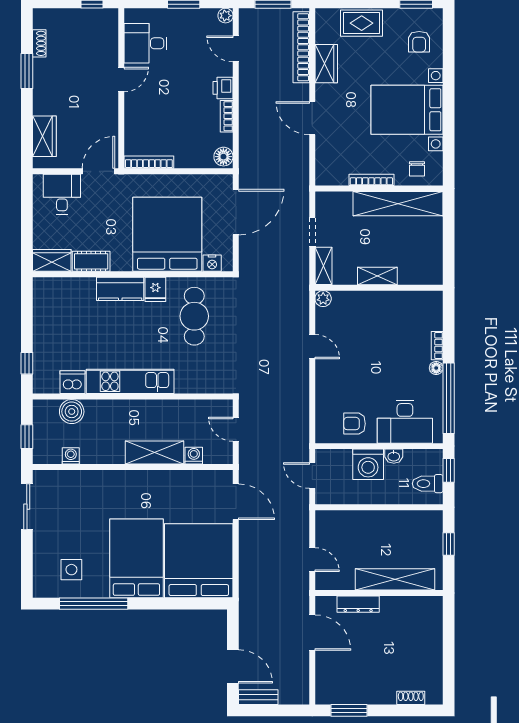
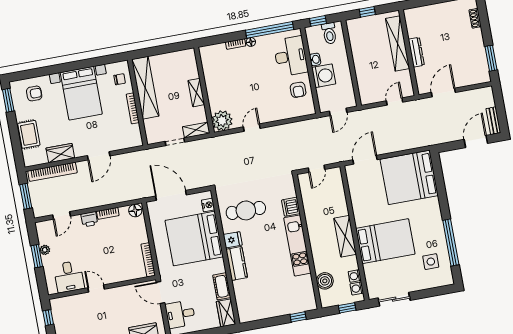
plant: (225, 16) -> (45, 250), moved
plant: (323, 299) -> (222, 121), width x1.88, depth x1.88
dishwasher: (73, 382) -> (291, 207), moved
shelving: (155, 453) -> (345, 236), moved
washing machine: (194, 456) -> (357, 288), moved
bed: (136, 558) -> (385, 241), moved, turned 180
dresser: (358, 604) -> (416, 52), moved

